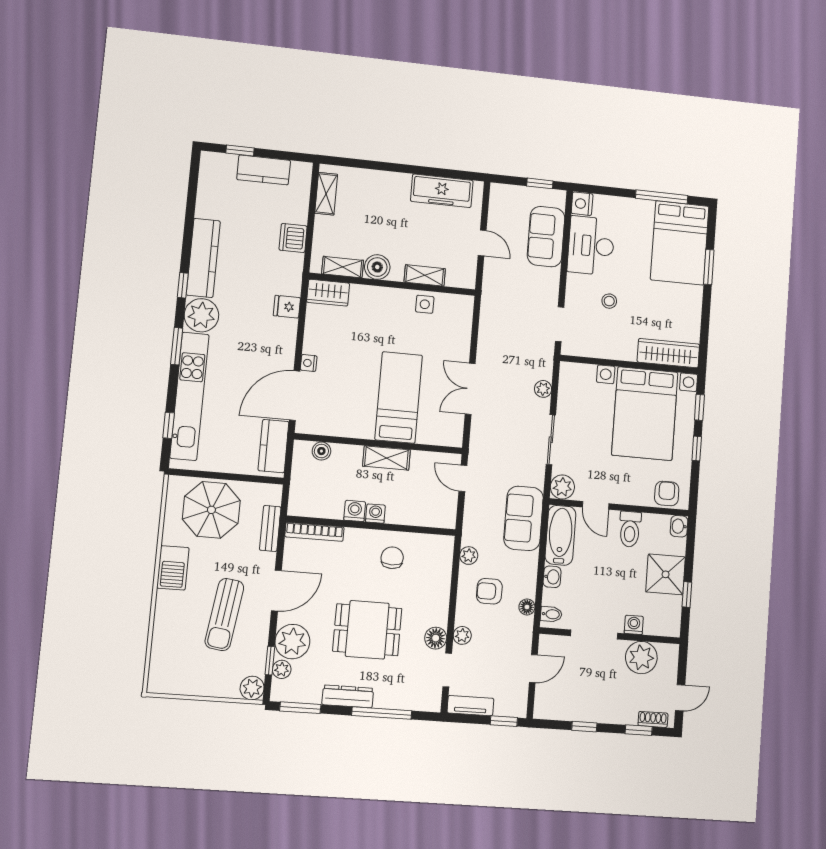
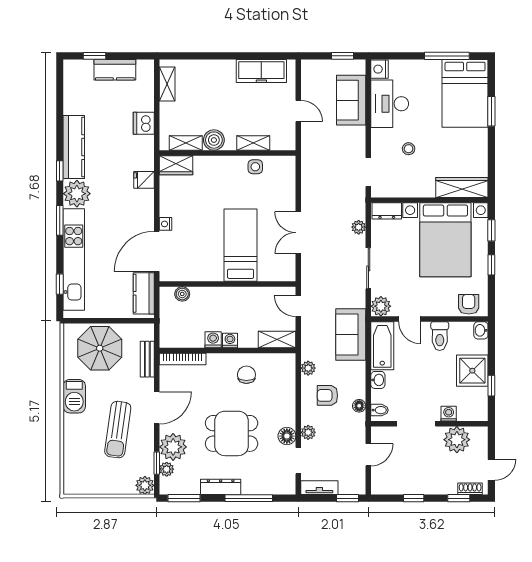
dresser: (578, 373) -> (387, 211), added
shelving: (387, 458) -> (277, 339), moved

